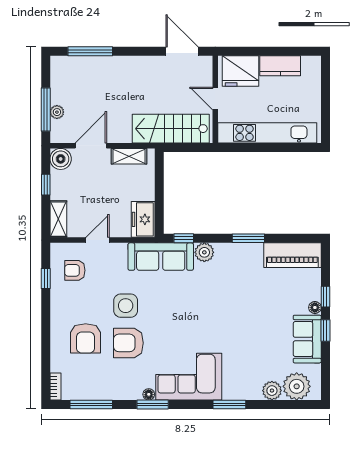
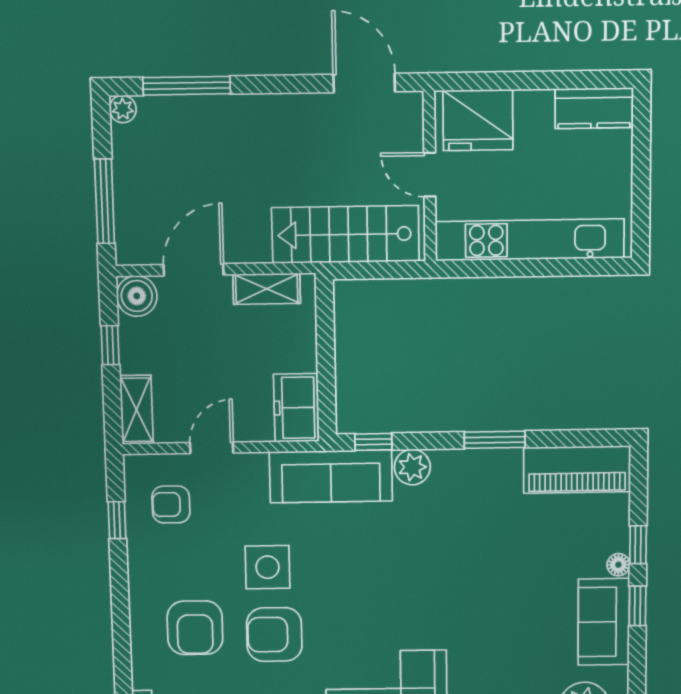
kitchen counter: (280, 66) -> (594, 108), moved
plant: (57, 112) -> (123, 109), moved

